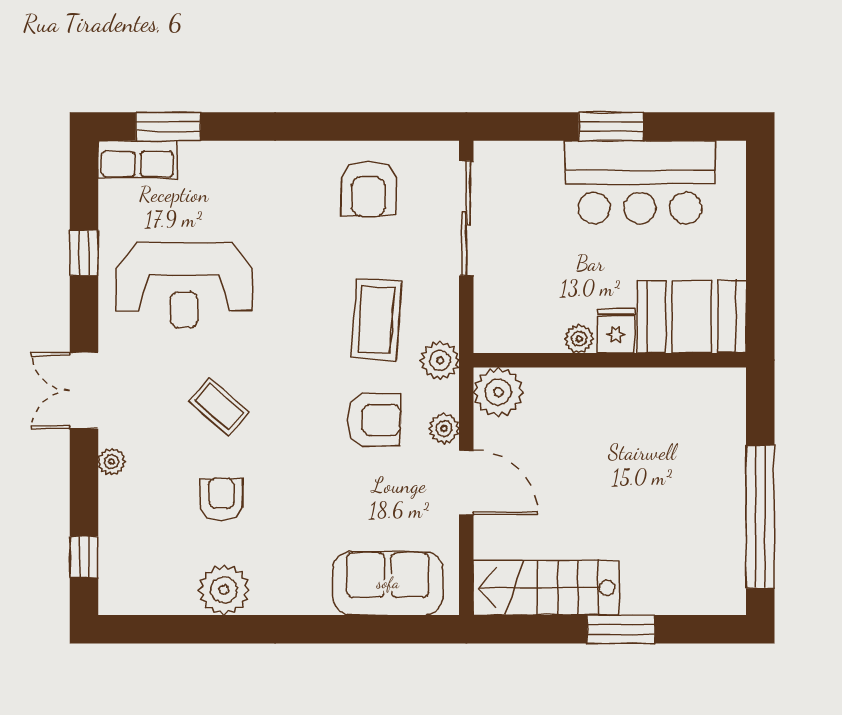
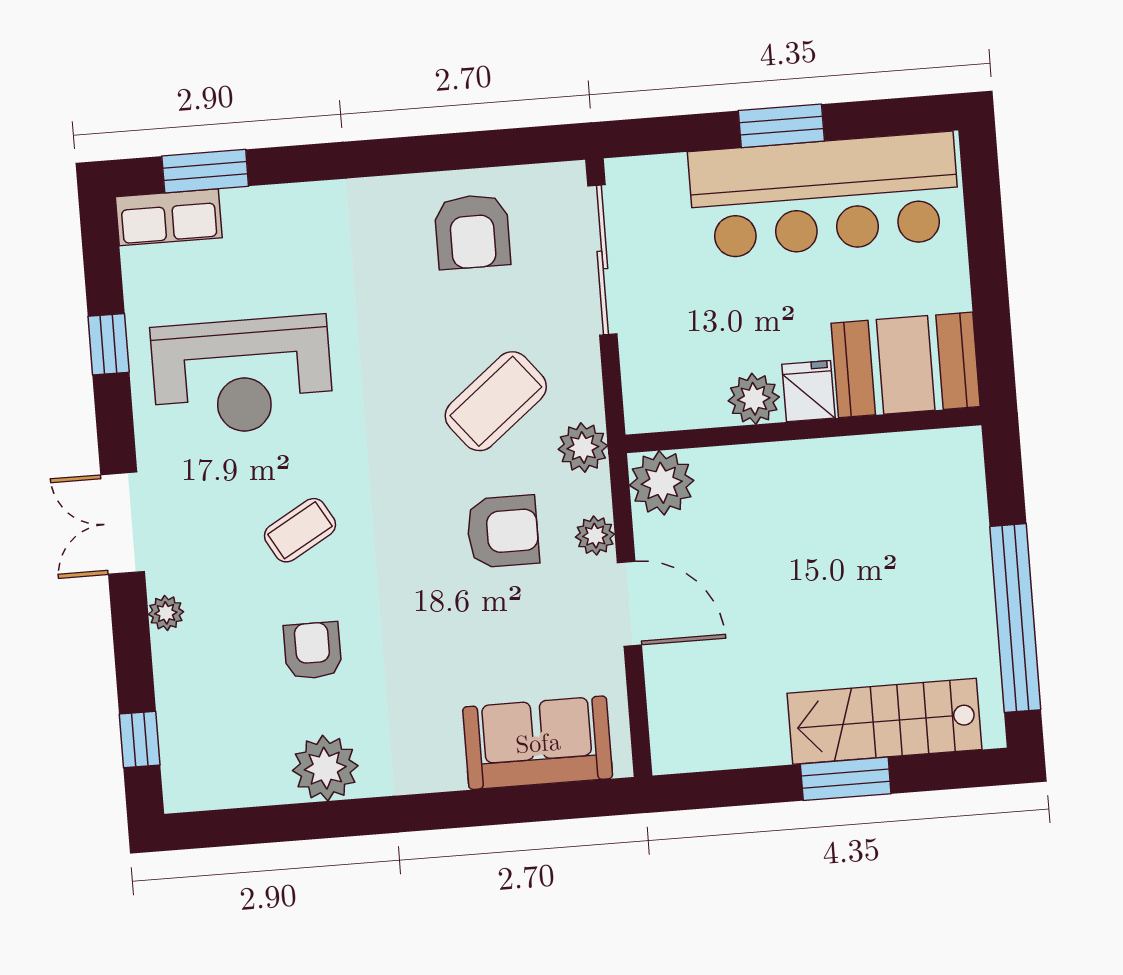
bar counter: (640, 182) -> (824, 195), width x1.36
coffee table: (376, 320) -> (496, 401), turned 47
plant: (579, 339) -> (754, 399), width x1.38, depth x1.38
coffee table: (219, 407) -> (300, 530), turned -71
stairs: (546, 588) -> (885, 721), moved

